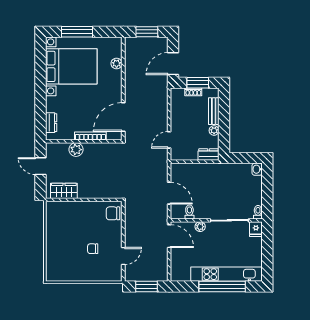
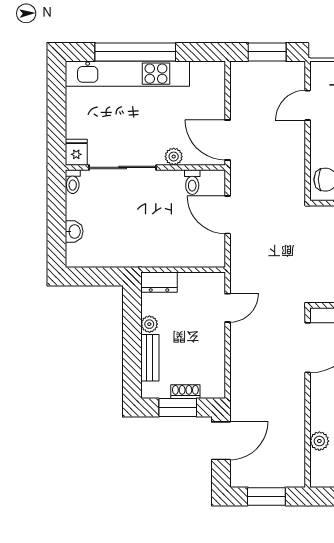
washbasin: (257, 169) -> (74, 231), moved

